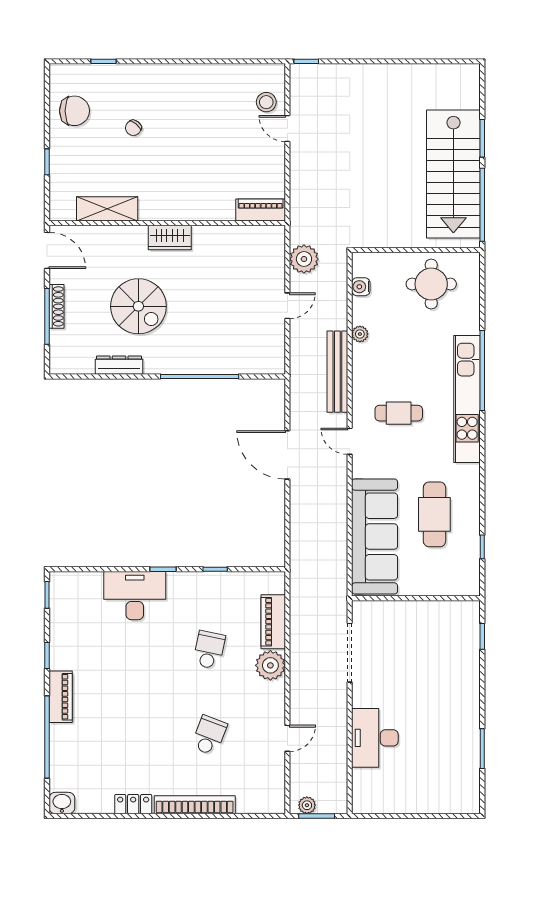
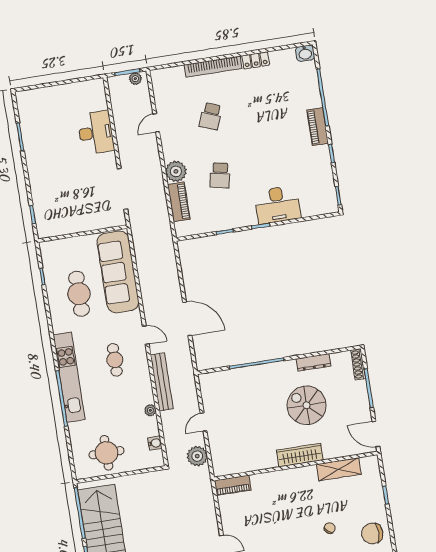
wardrobe: (170, 238) -> (300, 455), width x1.50
shoe rack: (56, 306) -> (358, 364), moved
cafe table: (399, 413) -> (115, 360), turned 90

